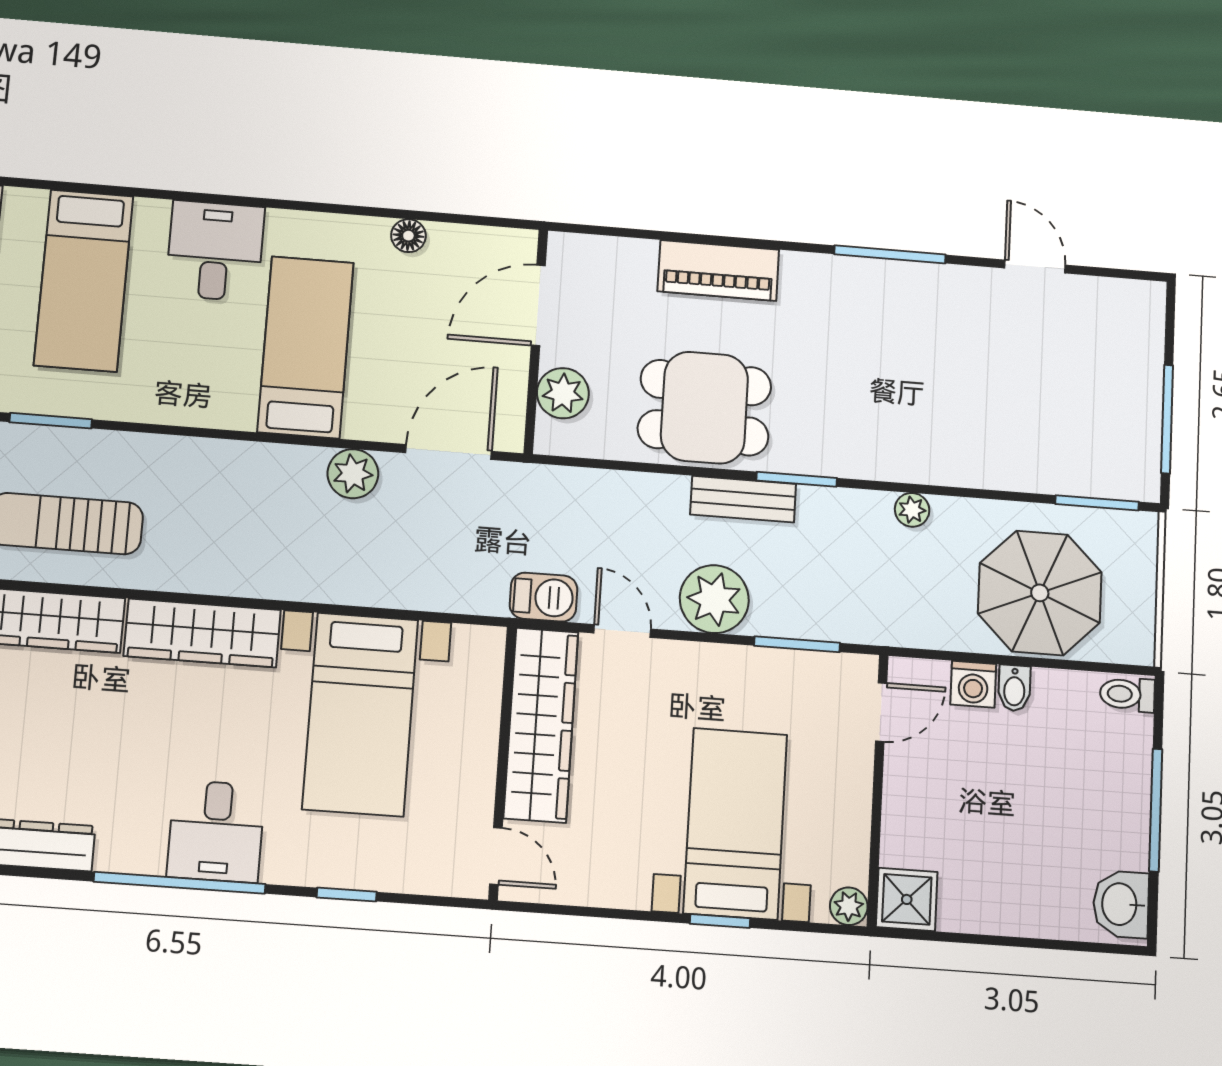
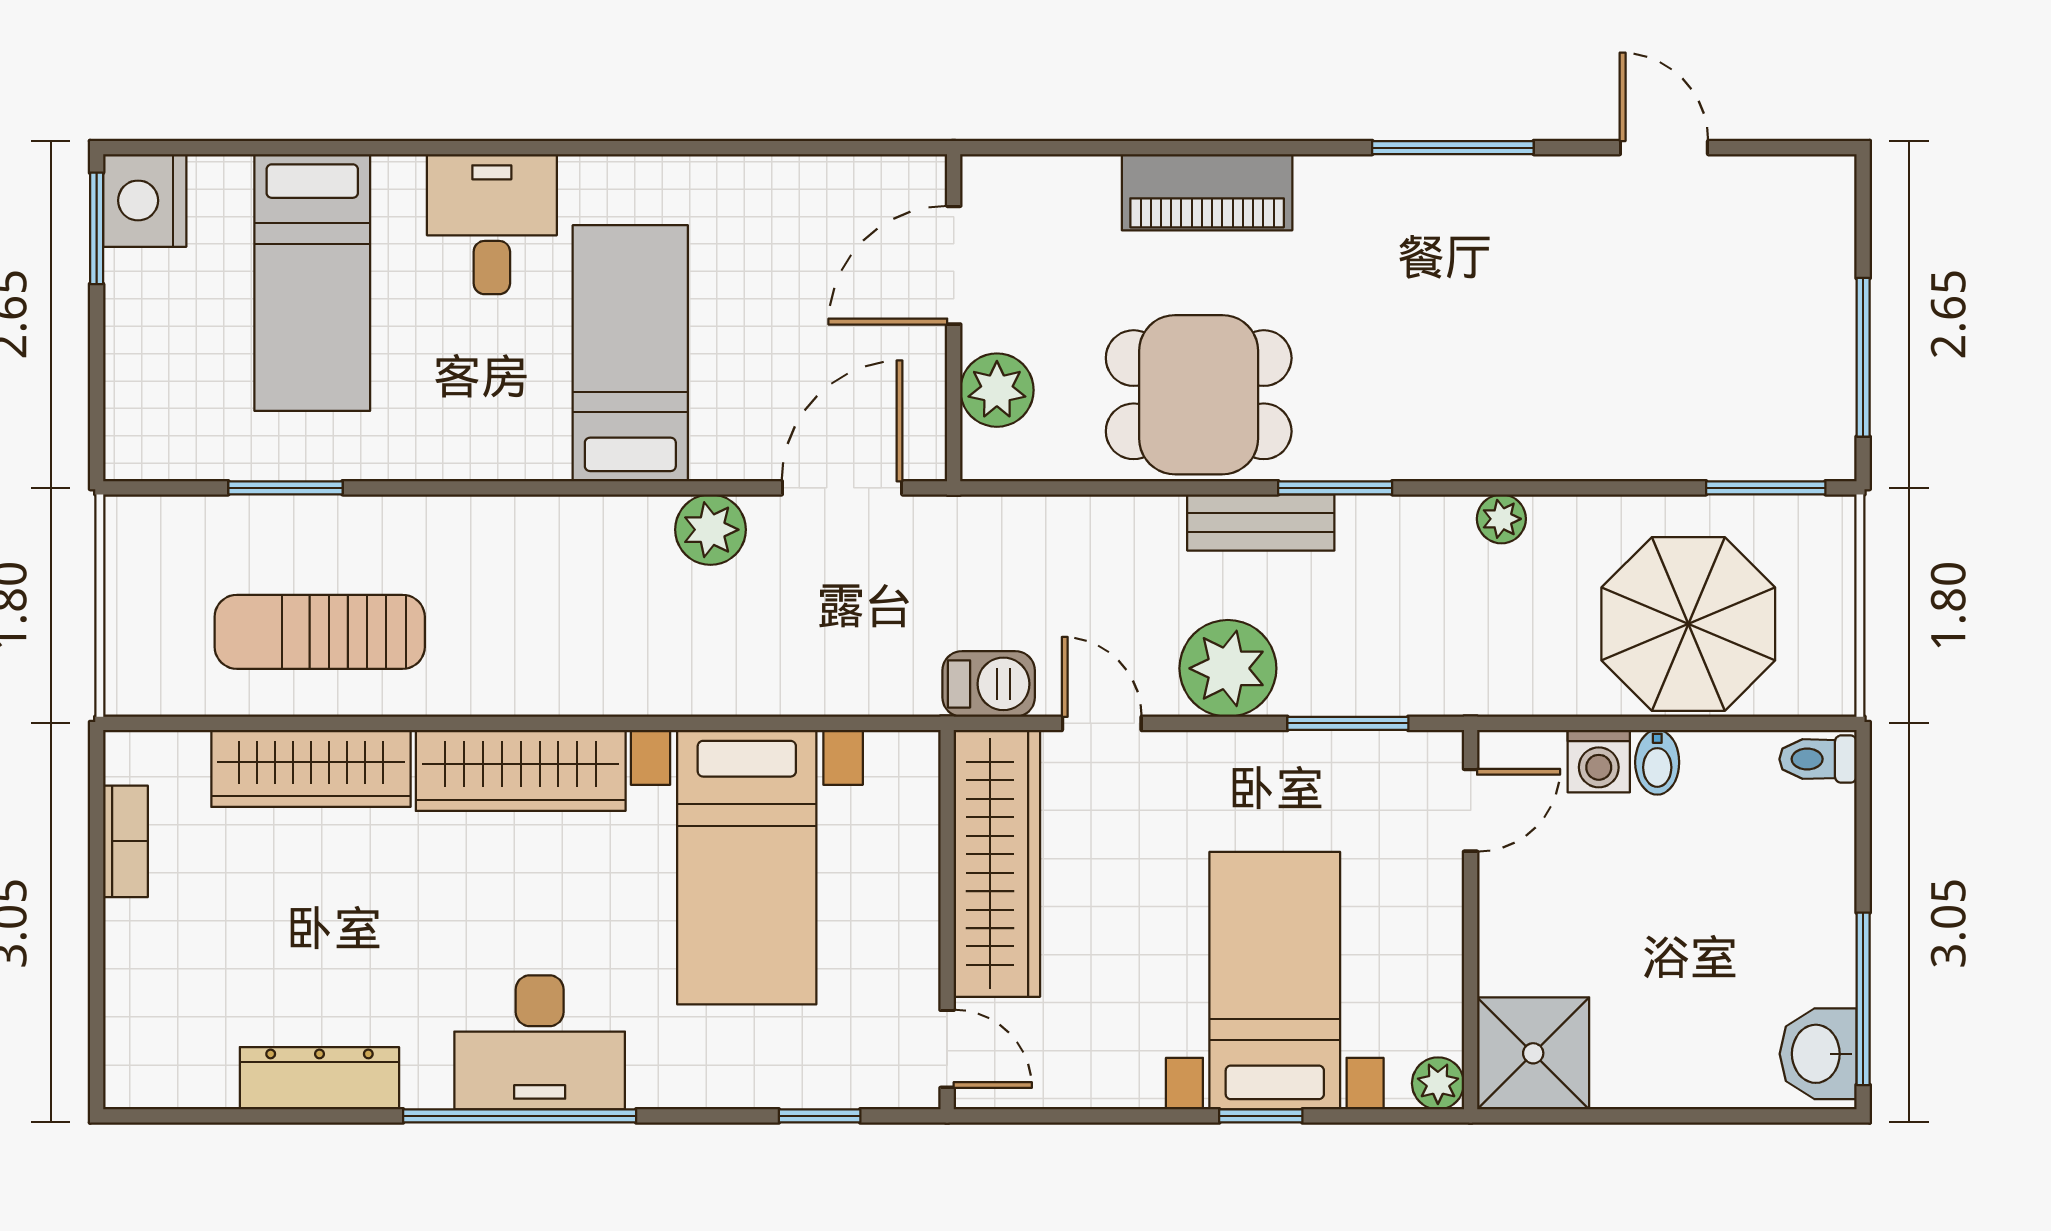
floor lamp: (408, 236) -> (763, 179), removed
window: (1156, 810) -> (1863, 999), moved
desk: (216, 831) -> (540, 1042), width x1.37
window: (347, 895) -> (820, 1116), moved
shower: (907, 899) -> (1533, 1053), width x1.36, depth x1.36

